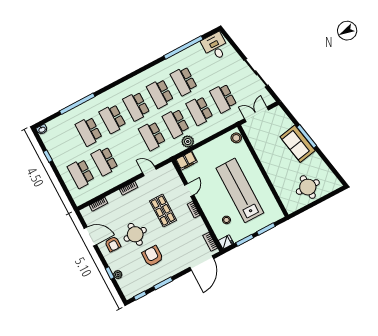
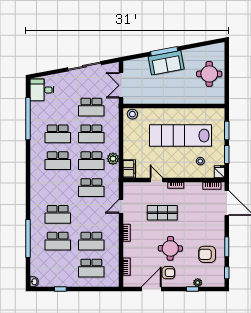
school desk: (136, 106) -> (58, 188), removed
armchair: (152, 256) -> (207, 254), moved

